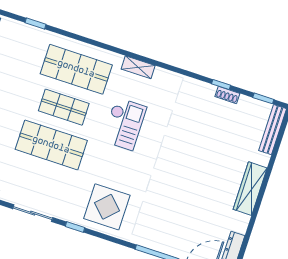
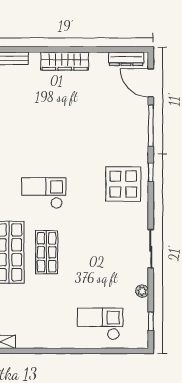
shop shelf: (51, 145) -> (84, 252), removed
window: (75, 227) -> (151, 172), moved

